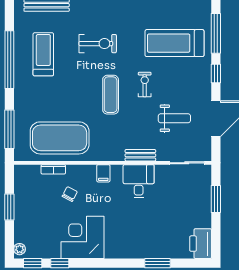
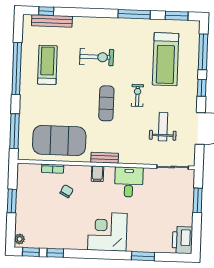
treadmill: (174, 43) -> (166, 59), turned -90
weight bench: (174, 118) -> (163, 127), turned -90
bench: (140, 155) -> (105, 158), moved
corner desk: (82, 237) -> (107, 232), moved

